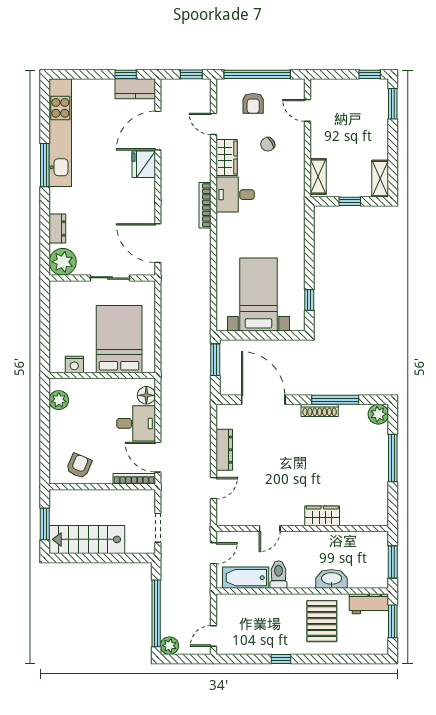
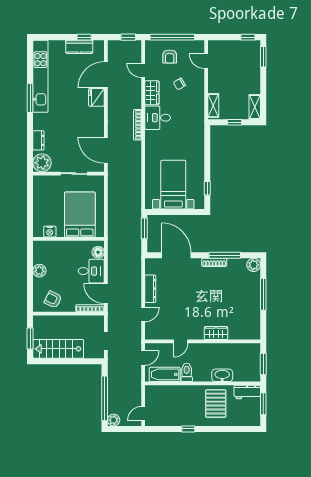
kitchen counter: (135, 89) -> (79, 47), moved
plant: (59, 400) -> (39, 271), moved
armchair: (79, 466) -> (53, 300), turned -86

